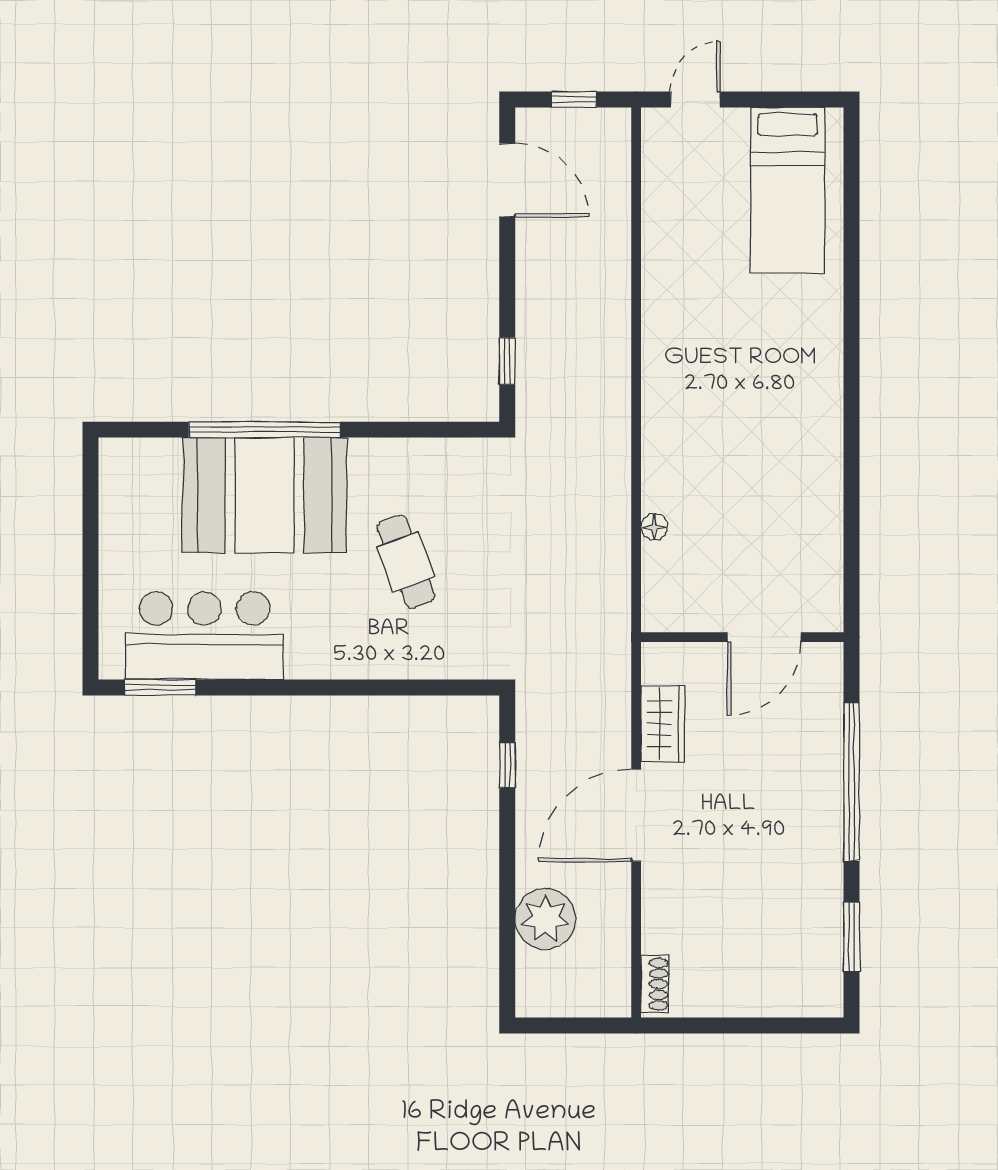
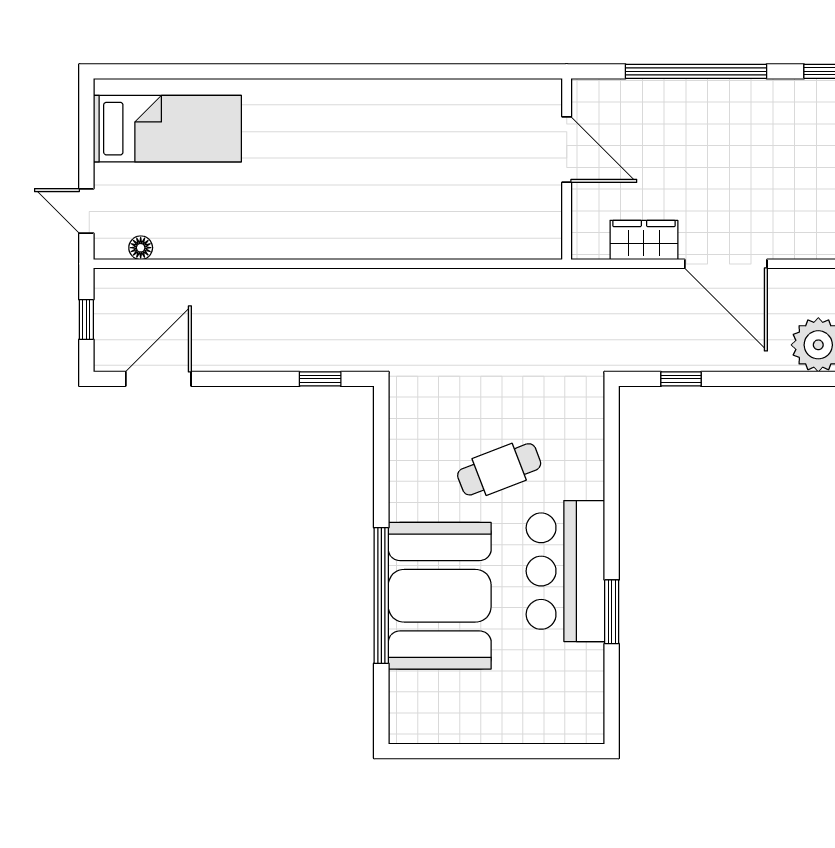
floor lamp: (654, 527) -> (141, 248), moved
bar counter: (204, 636) -> (565, 571), moved
window: (160, 687) -> (612, 612), moved

